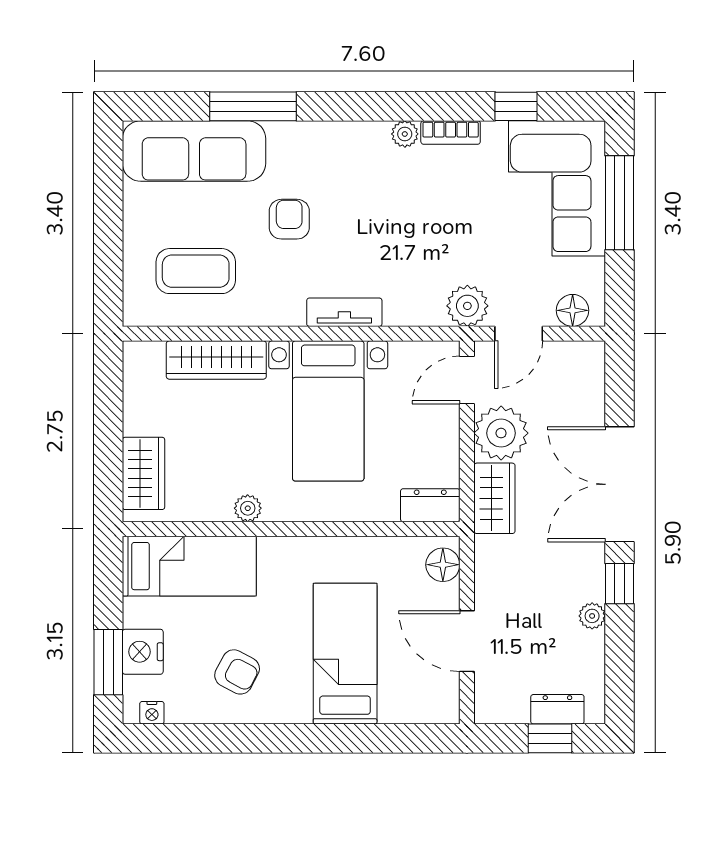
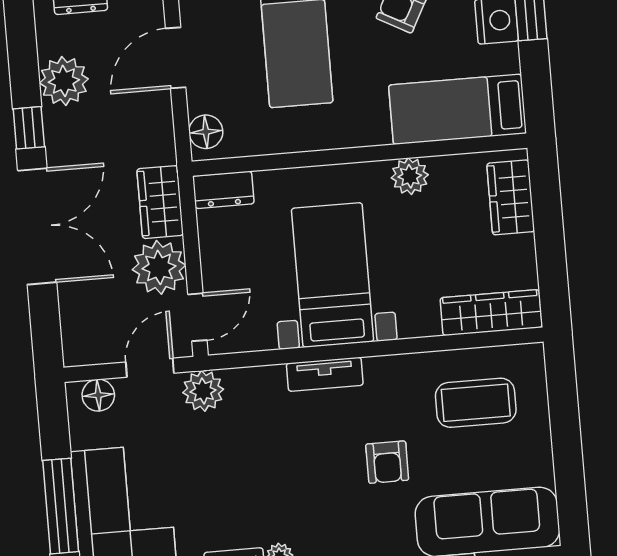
wardrobe: (216, 360) -> (491, 313), moved
plant: (248, 508) -> (410, 176), width x1.38, depth x1.38
plant: (592, 616) -> (64, 81), width x1.87, depth x1.87
door: (467, 641) -> (176, 58), swing flipped

